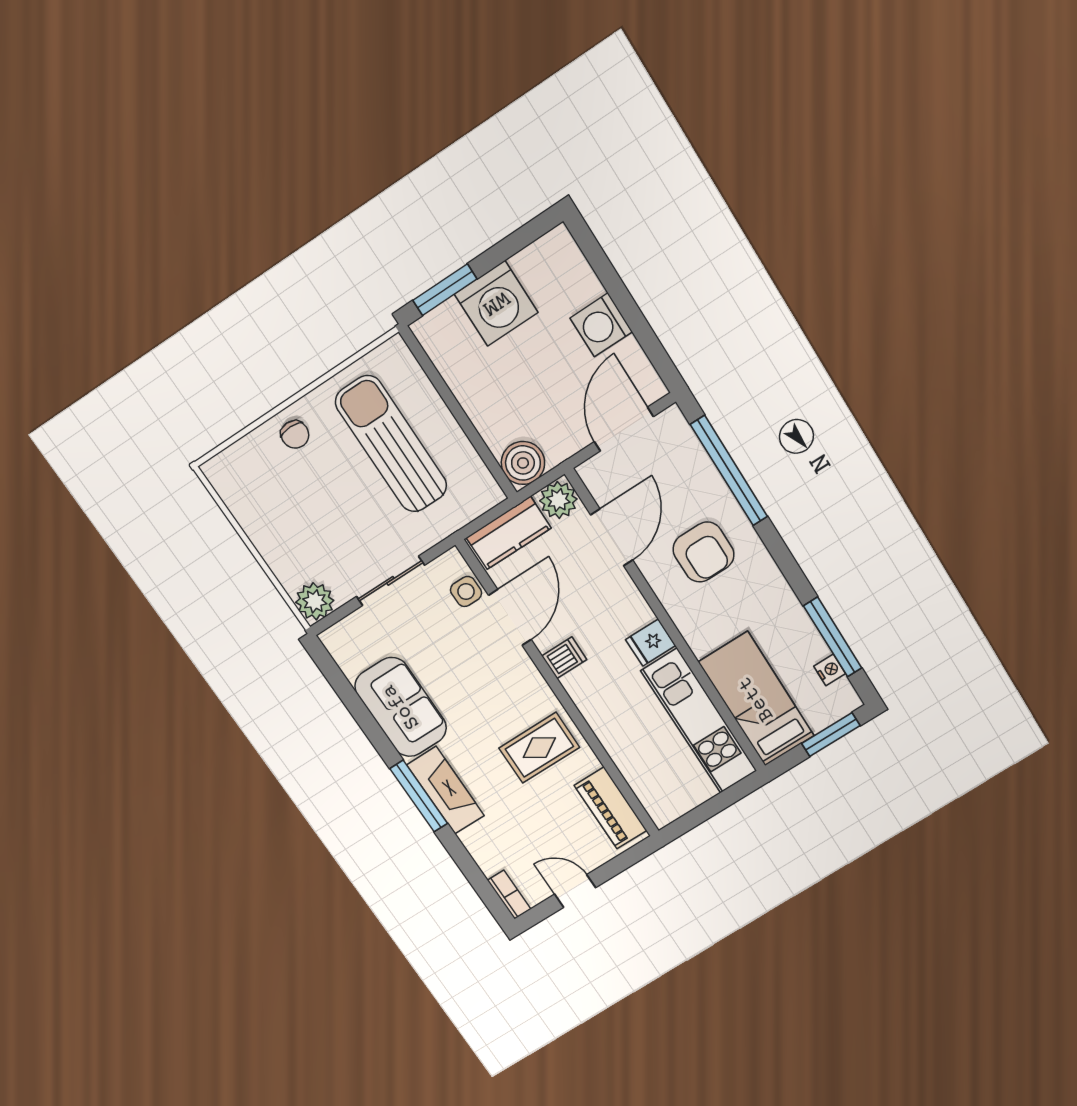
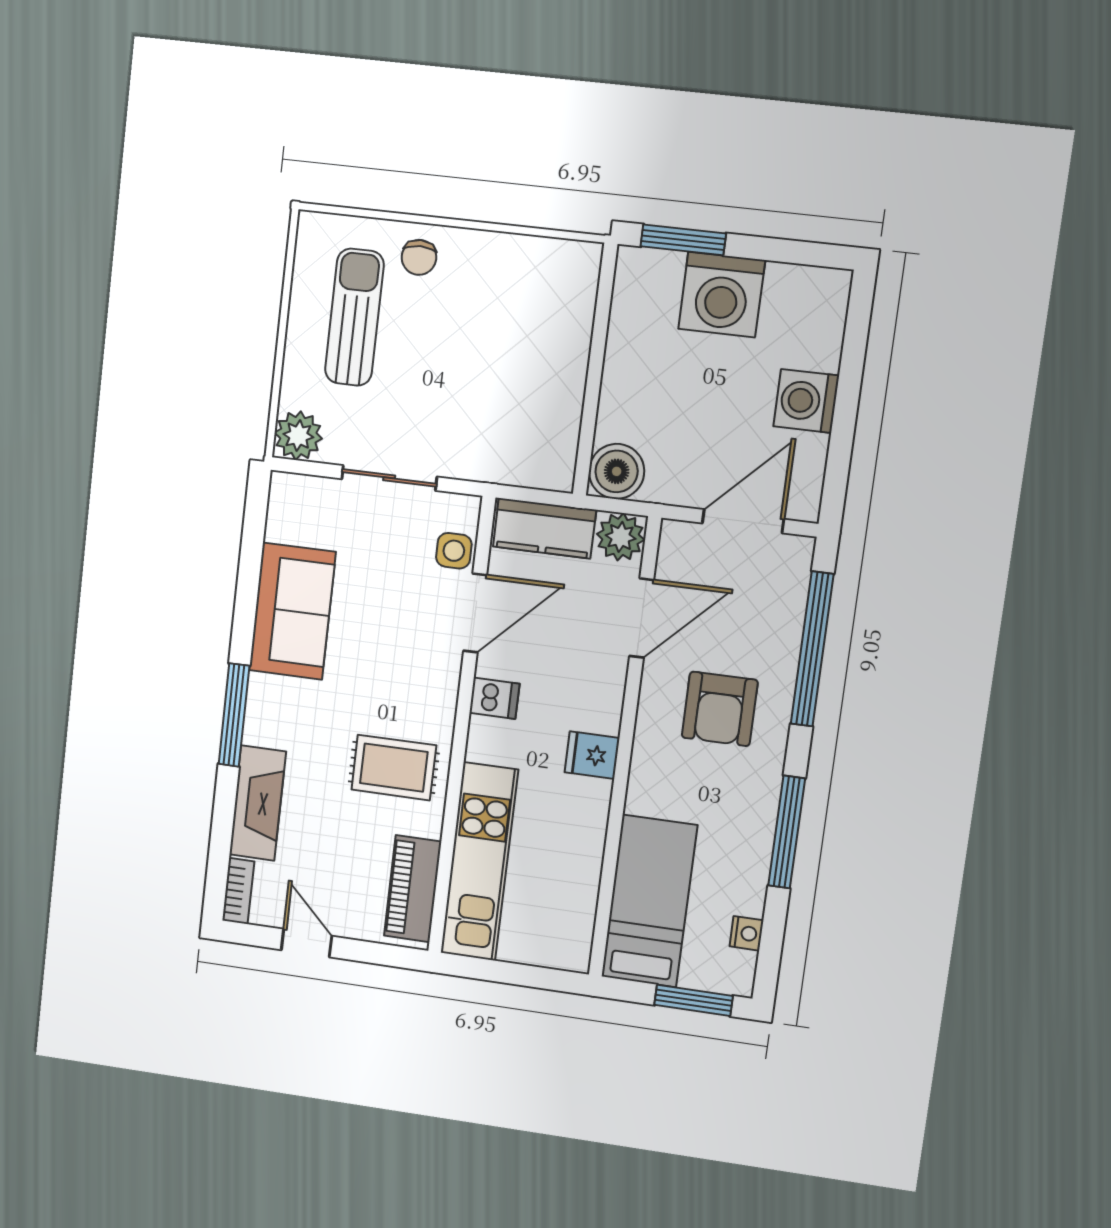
sun lounger: (391, 444) -> (354, 317), moved, width x0.73, depth x0.75
window: (833, 637) -> (787, 832), moved
kitchen unit: (699, 721) -> (479, 862), moved, turned 180
fireplace: (446, 790) -> (258, 803), moved

